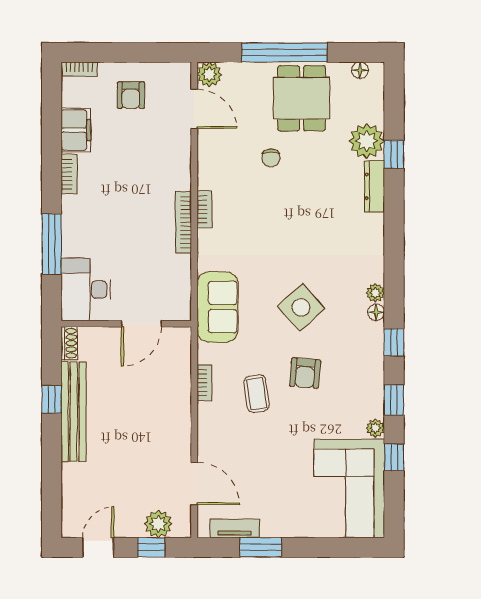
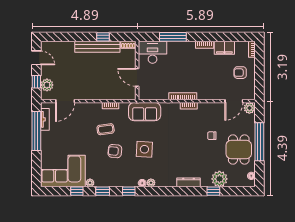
dining table: (302, 98) -> (239, 149), turned 90
dresser: (374, 186) -> (189, 182), moved
side table: (301, 307) -> (144, 149), turned 45
window: (261, 547) -> (36, 131), width x2.11

